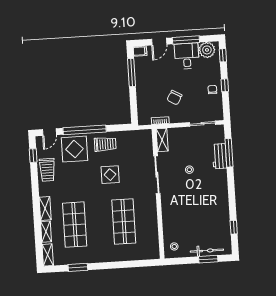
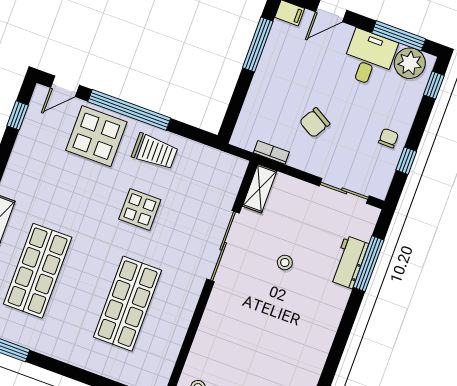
window: (186, 40) -> (399, 36), moved
window: (225, 85) -> (406, 161), moved
trolley: (47, 170) -> (32, 152), removed

